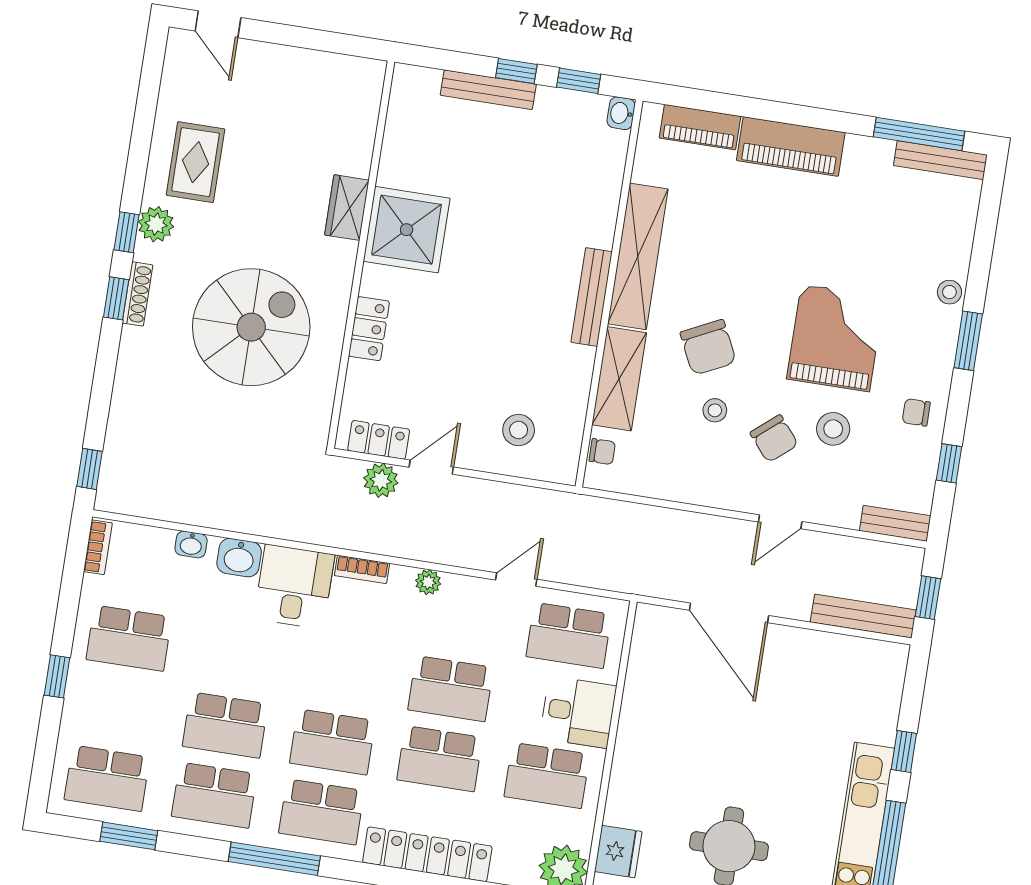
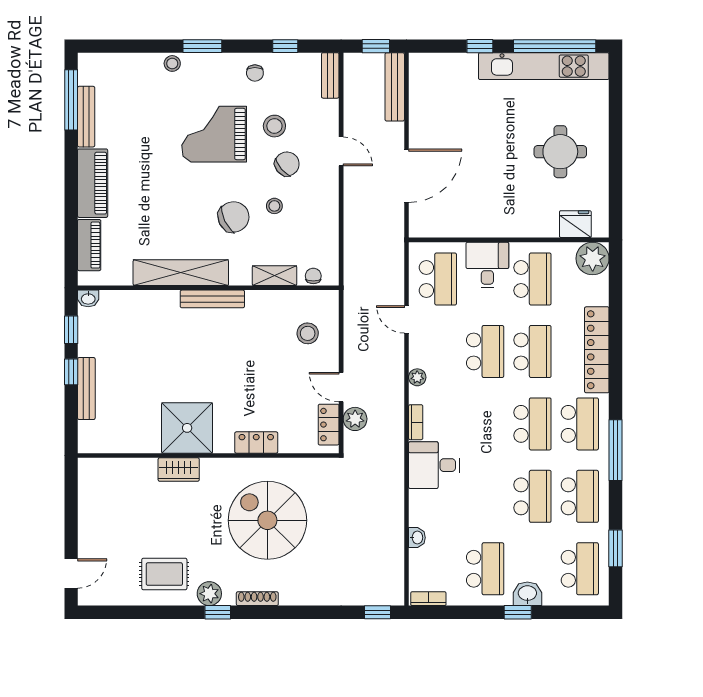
bench: (940, 160) -> (86, 117), moved
window: (116, 298) -> (262, 612), removed
shelving: (619, 379) -> (275, 276), width x0.67, depth x0.75
washbasin: (239, 558) -> (527, 594), moved, turned -90

